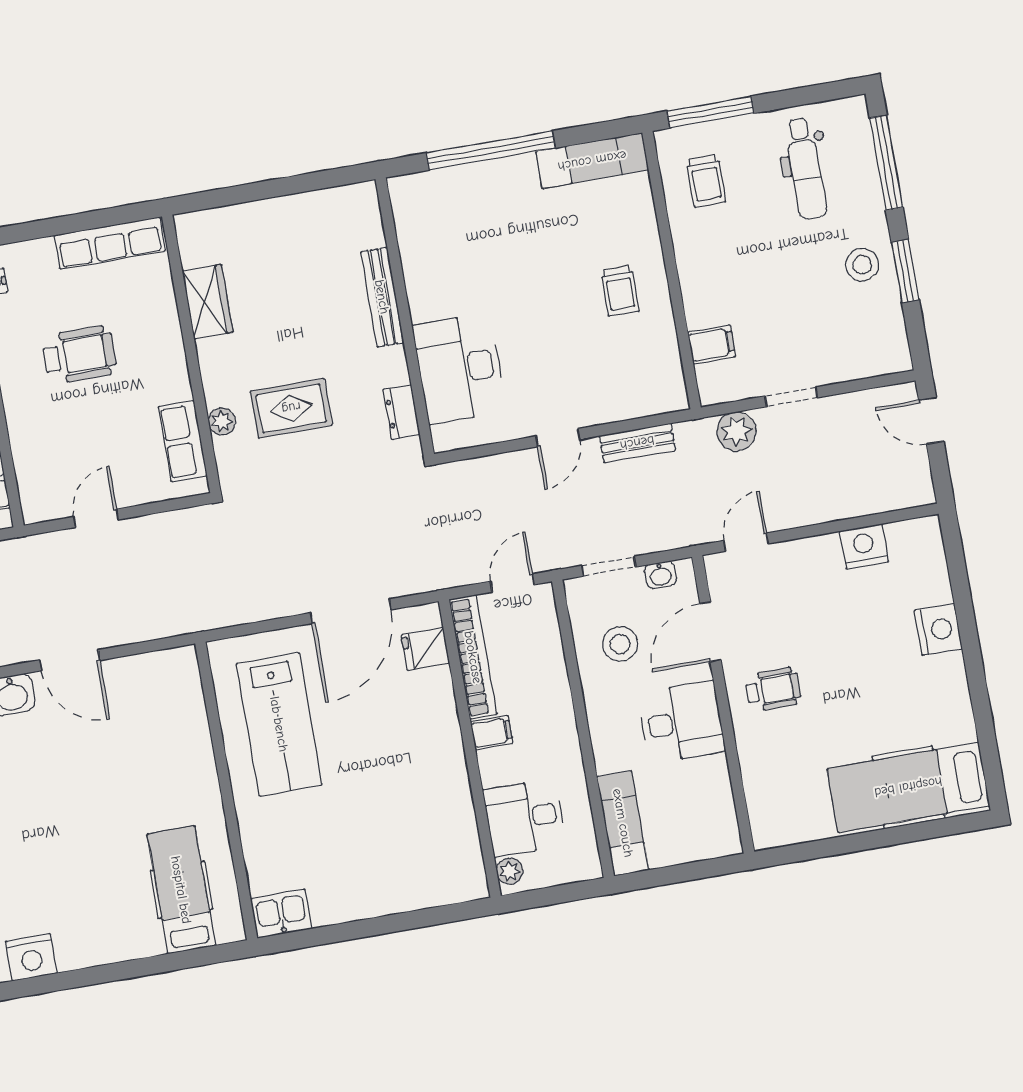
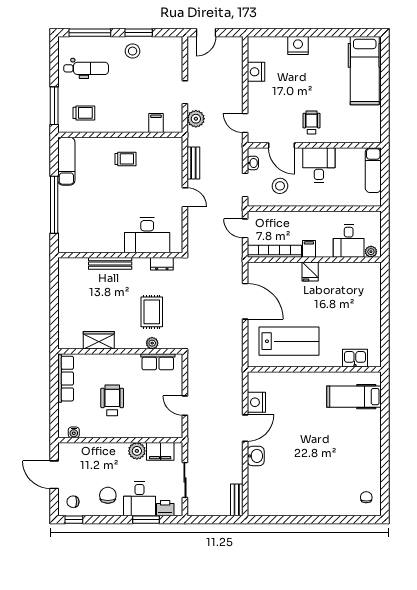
fridge: (425, 649) -> (310, 272), moved
exam couch: (623, 823) -> (373, 170), moved, turned -90
kitchen sink: (281, 914) -> (355, 358), moved, turned 90
nightstand: (31, 957) -> (256, 402), moved, turned 180

